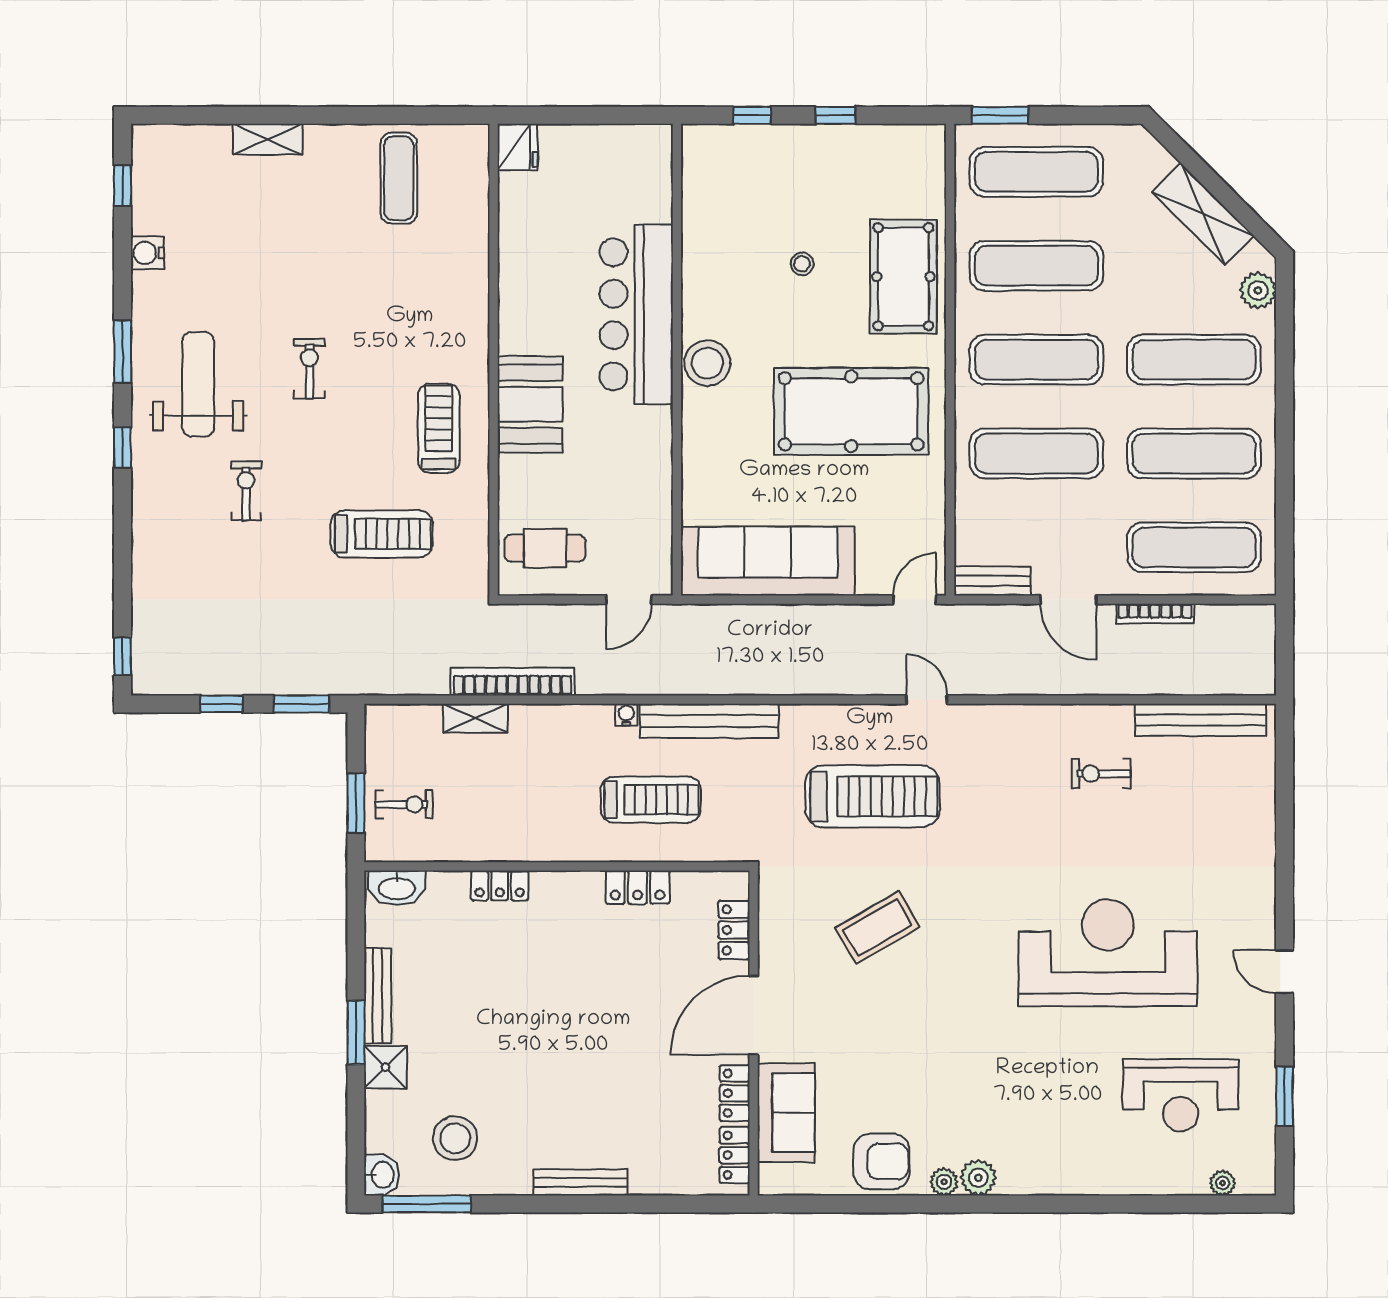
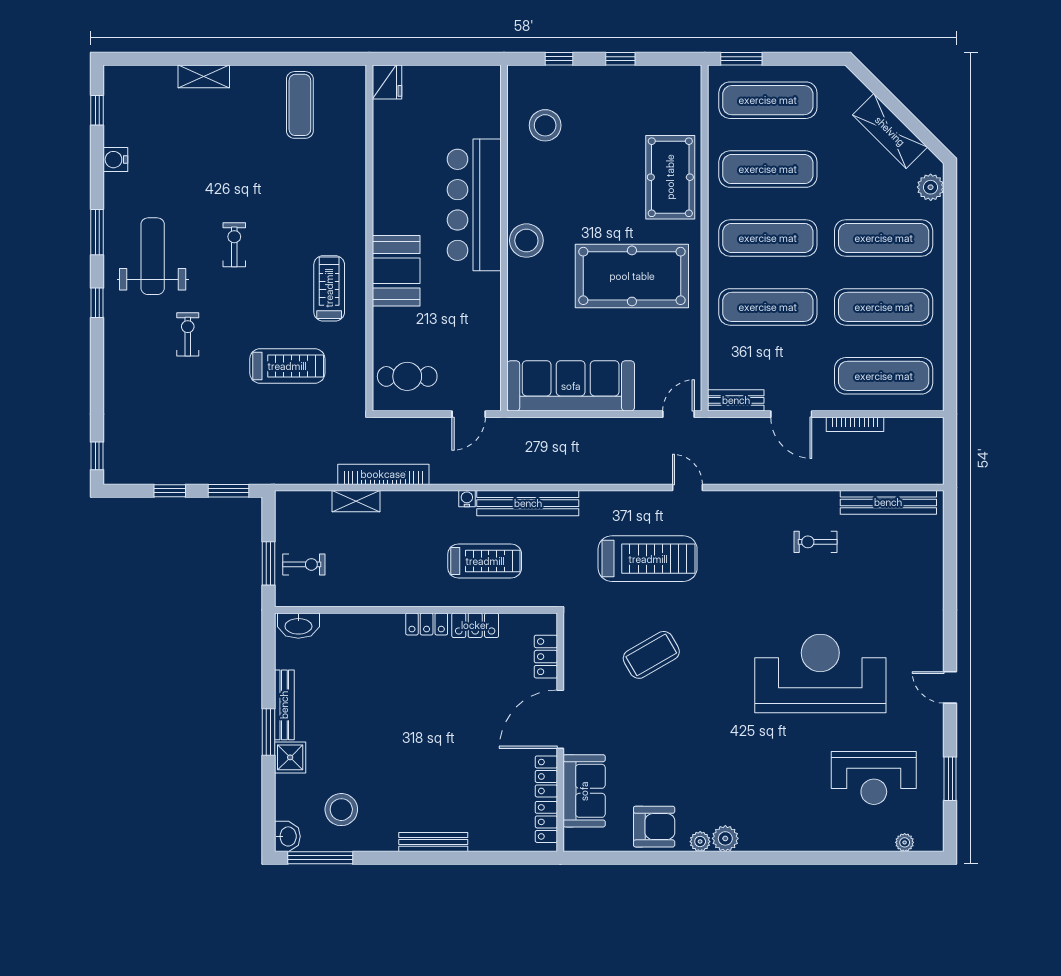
stool: (802, 264) -> (545, 125), moved, width x1.89, depth x1.89
locker: (500, 885) -> (427, 624), moved

